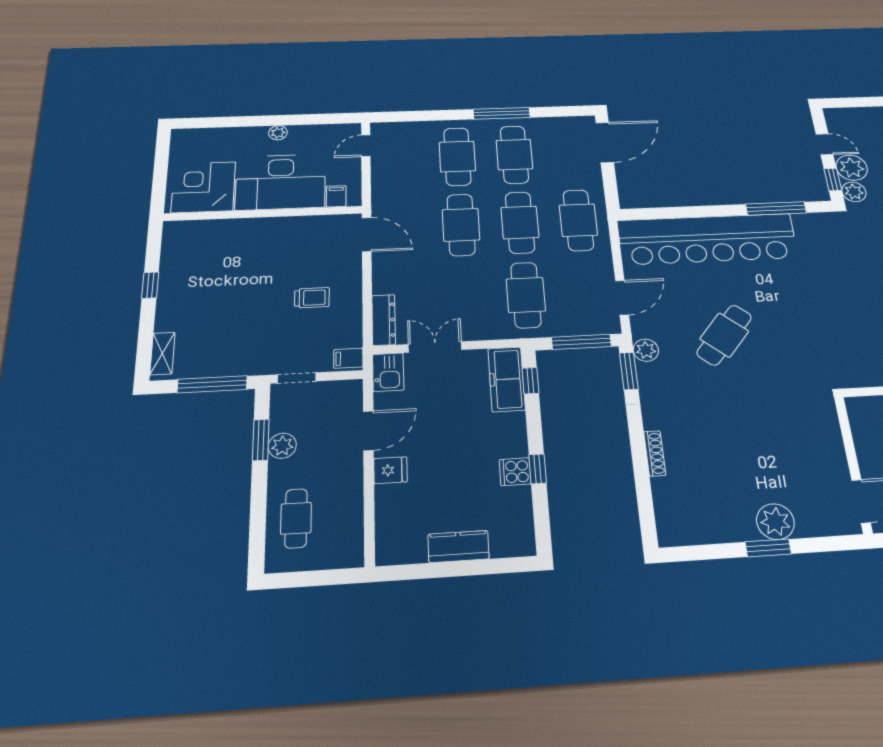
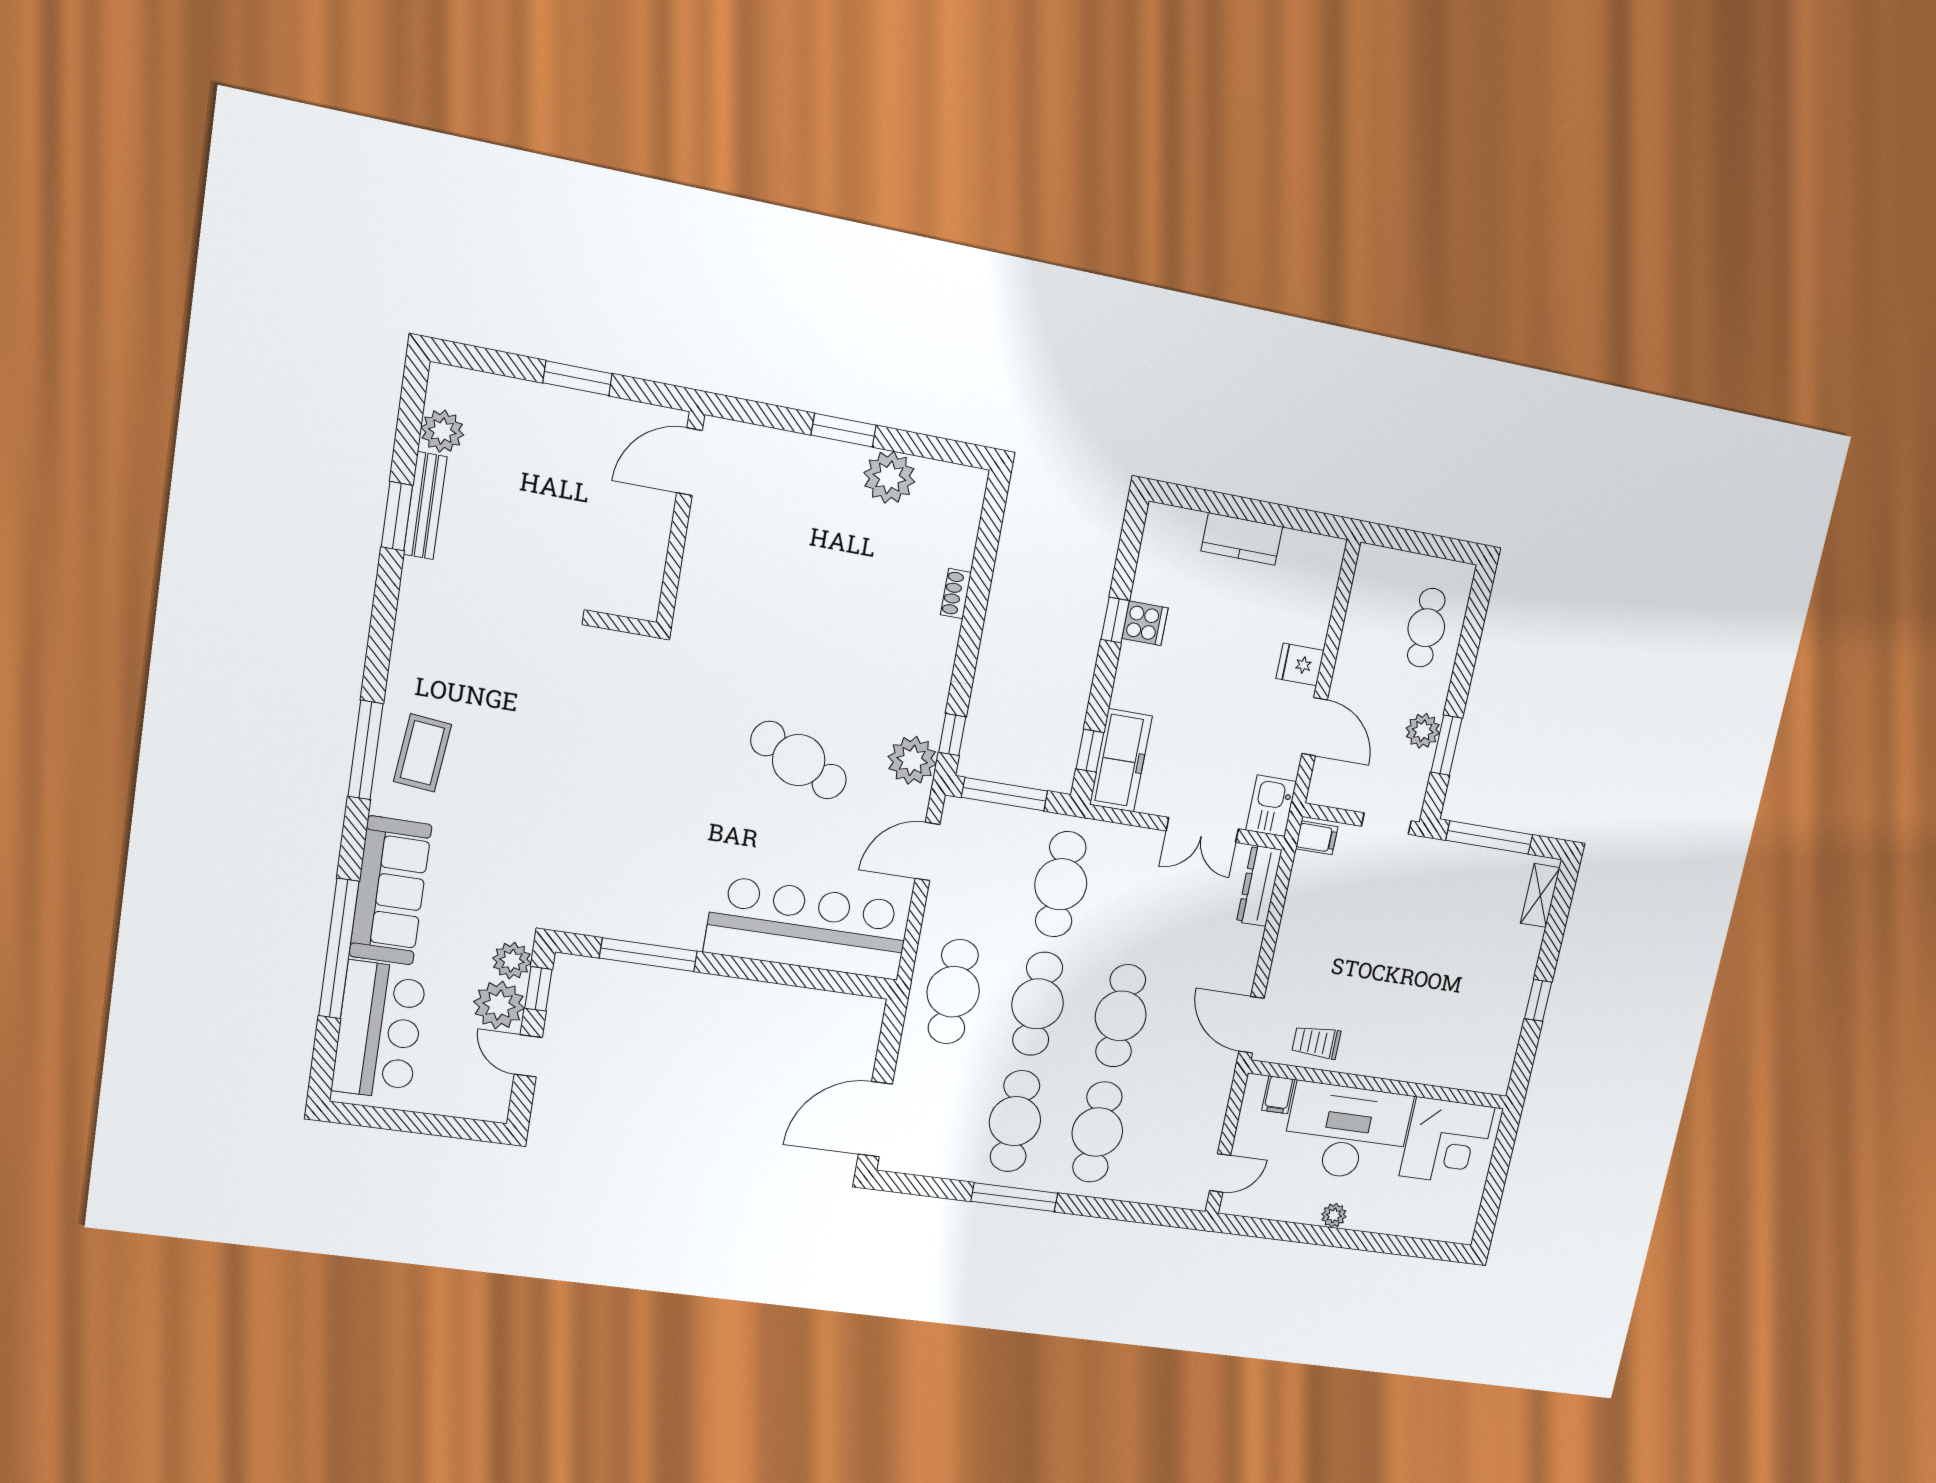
bar counter: (707, 239) -> (808, 928), width x0.73
trolley: (312, 298) -> (1316, 1042), moved
cafe table: (724, 335) -> (799, 760), turned 76
plant: (646, 350) -> (912, 760), width x1.36, depth x1.36
window: (629, 371) -> (952, 735), width x0.67
door: (368, 431) -> (1315, 727), swing flipped
shoe rack: (655, 453) -> (956, 594), width x0.70
plant: (775, 522) -> (889, 477), moved

